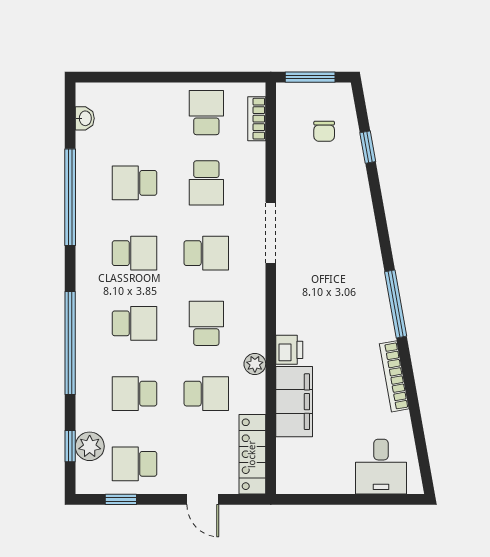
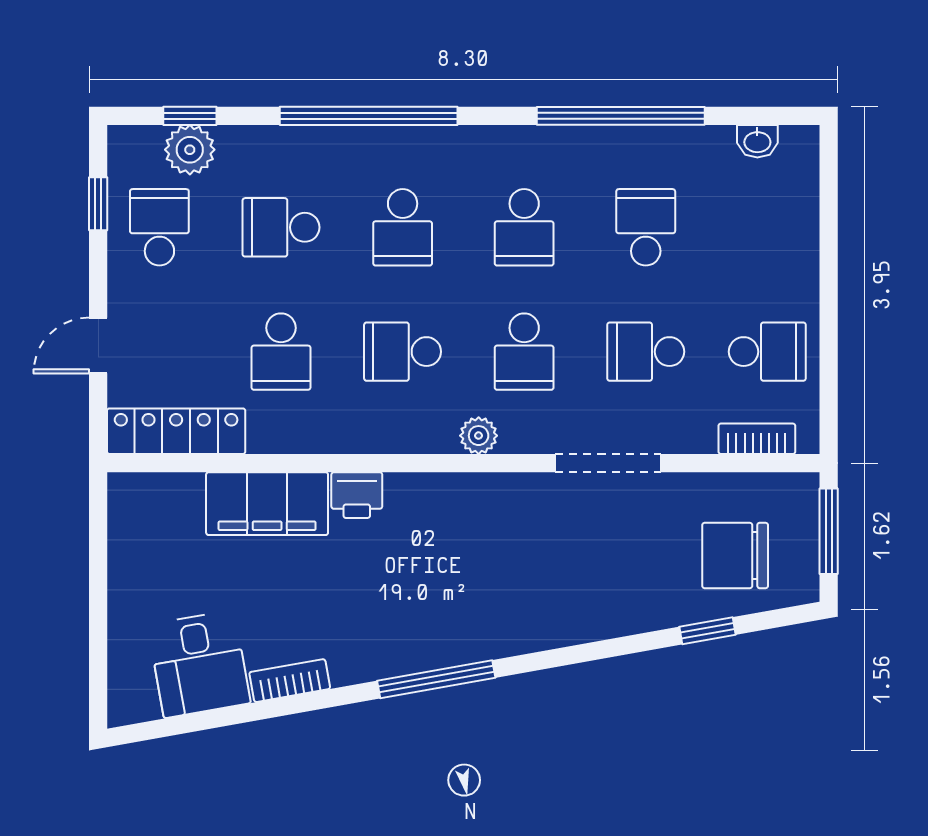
chair: (324, 131) -> (735, 555), width x1.87, depth x1.87
doorway: (271, 233) -> (608, 463), moved
school desk: (206, 323) -> (403, 352), turned 180
plant: (255, 364) -> (479, 436), moved
bookcase: (394, 376) -> (290, 681), width x0.64
school desk: (135, 394) -> (281, 227), turned -90
desk: (381, 467) -> (199, 664), moved, turned -100

